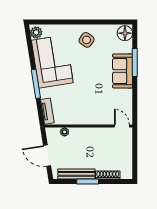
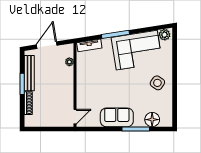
floor lamp: (125, 33) -> (152, 120), moved
sofa: (123, 71) -> (117, 117), moved

